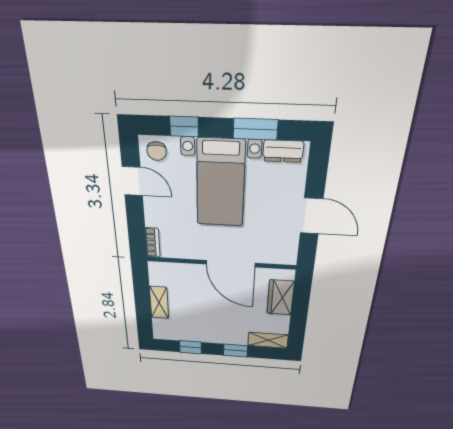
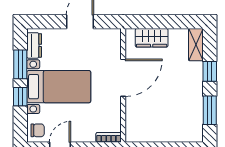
window: (184, 127) -> (20, 97), moved
shelving: (159, 302) -> (164, 135), removed
window: (190, 347) -> (210, 110), width x1.50

